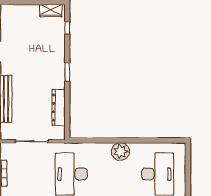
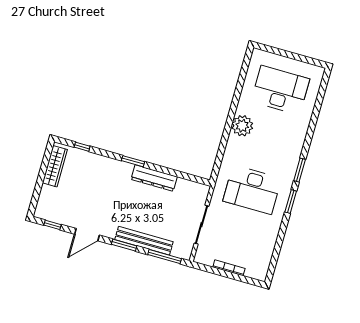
wardrobe: (51, 11) -> (55, 166), width x1.50
dresser: (58, 108) -> (154, 178), moved

